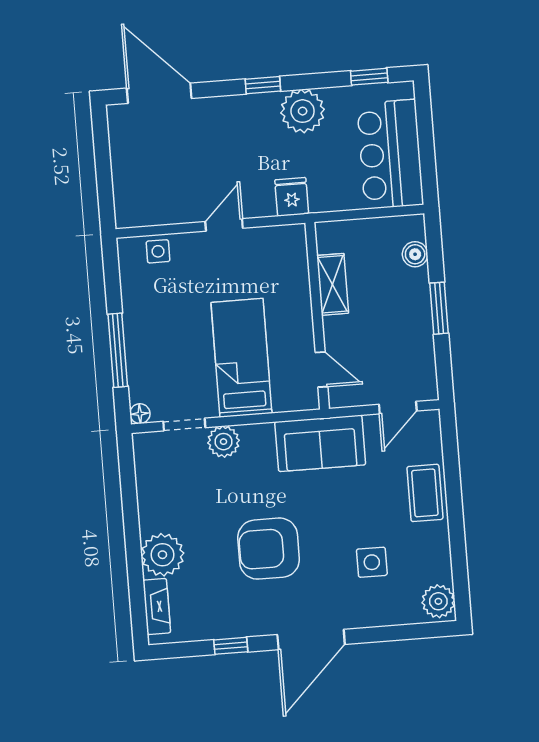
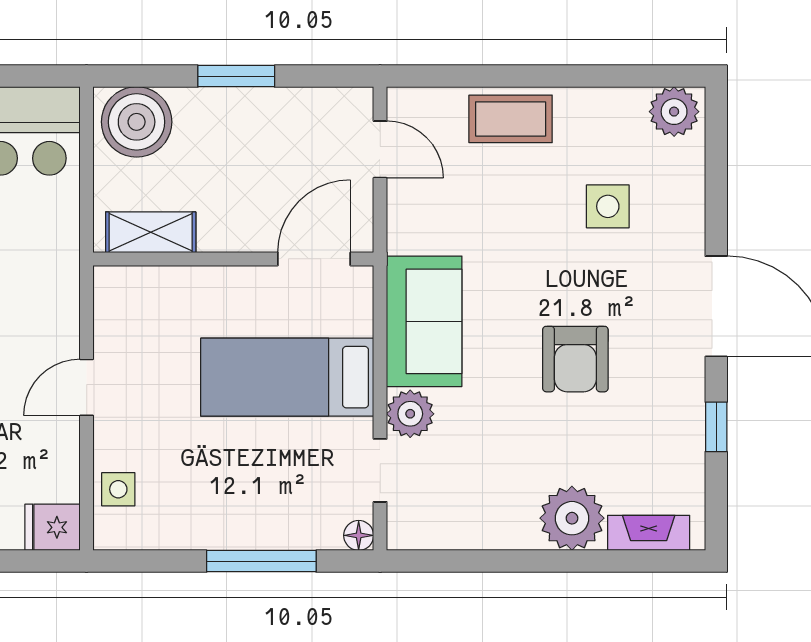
fridge: (292, 197) -> (53, 527), moved
door: (224, 225) -> (87, 387), hinge flipped
boiler: (415, 254) -> (137, 122), width x1.86, depth x1.86
shelving: (333, 284) -> (151, 232), moved
door: (321, 370) -> (314, 259), width x1.37
sofa: (320, 443) -> (424, 321), moved
armchair: (269, 549) -> (575, 359), width x0.73, depth x0.73

